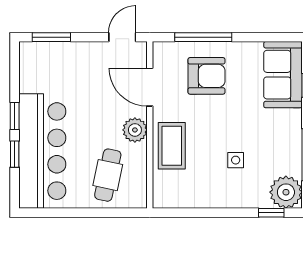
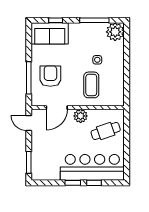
coffee table: (172, 146) -> (91, 85), moved, turned 90
cafe table: (108, 175) -> (106, 131), turned -31
window: (271, 213) -> (127, 40), removed

